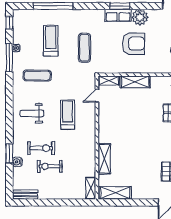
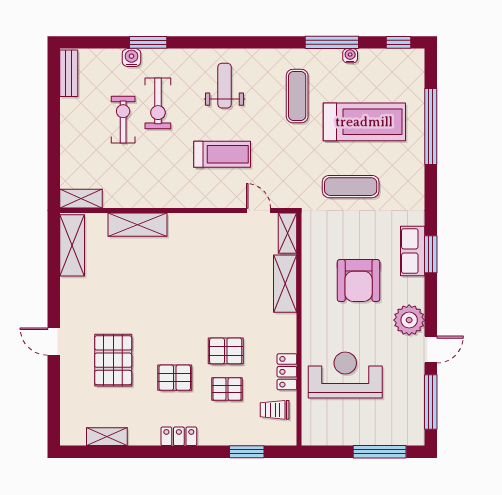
plant: (140, 17) -> (409, 320), moved
treadmill: (51, 41) -> (364, 122), width x1.37, depth x1.38

